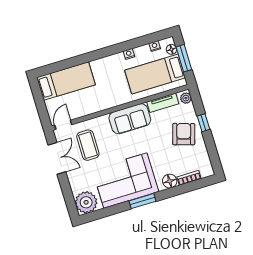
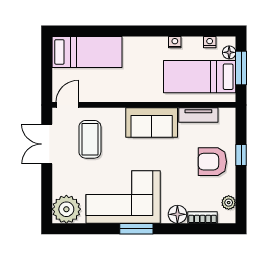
plant: (186, 98) -> (229, 203), moved
armchair: (184, 134) -> (212, 162), turned -107
double door: (57, 158) -> (47, 144), swing flipped

